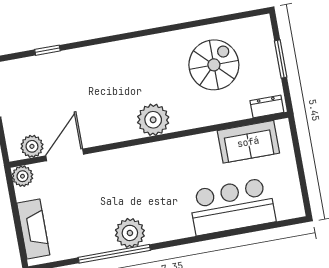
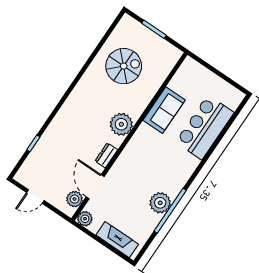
spiral stairs: (214, 65) -> (124, 66), turned 90
dresser: (267, 106) -> (106, 155), moved
sofa: (248, 142) -> (164, 110), moved
plant: (130, 233) -> (160, 203), moved

